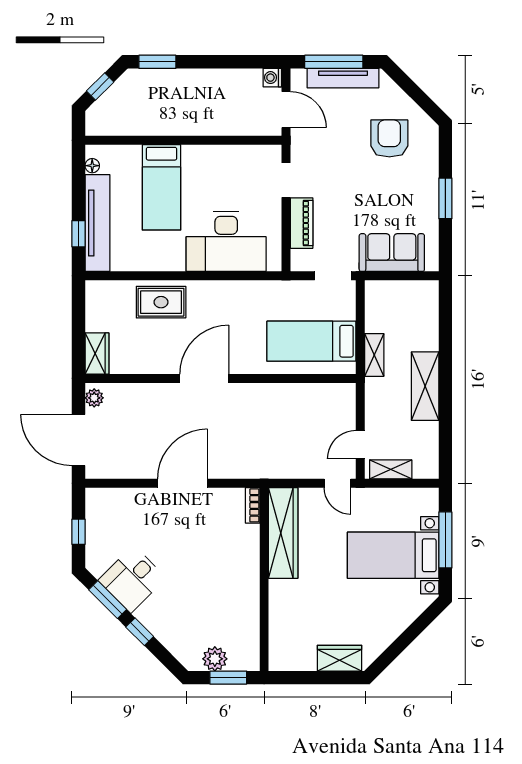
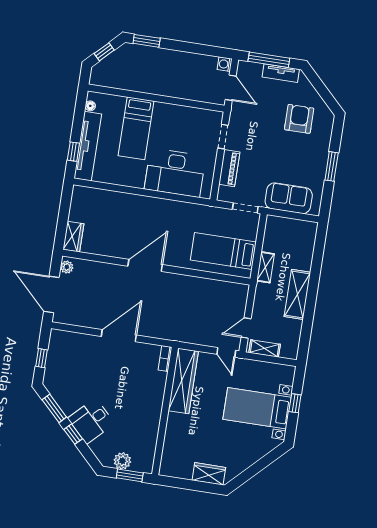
tv unit: (343, 78) -> (281, 73), width x0.71
rug: (161, 302) -> (123, 208), removed
window: (445, 540) -> (295, 403), width x0.46
desk: (132, 579) -> (91, 421), moved

